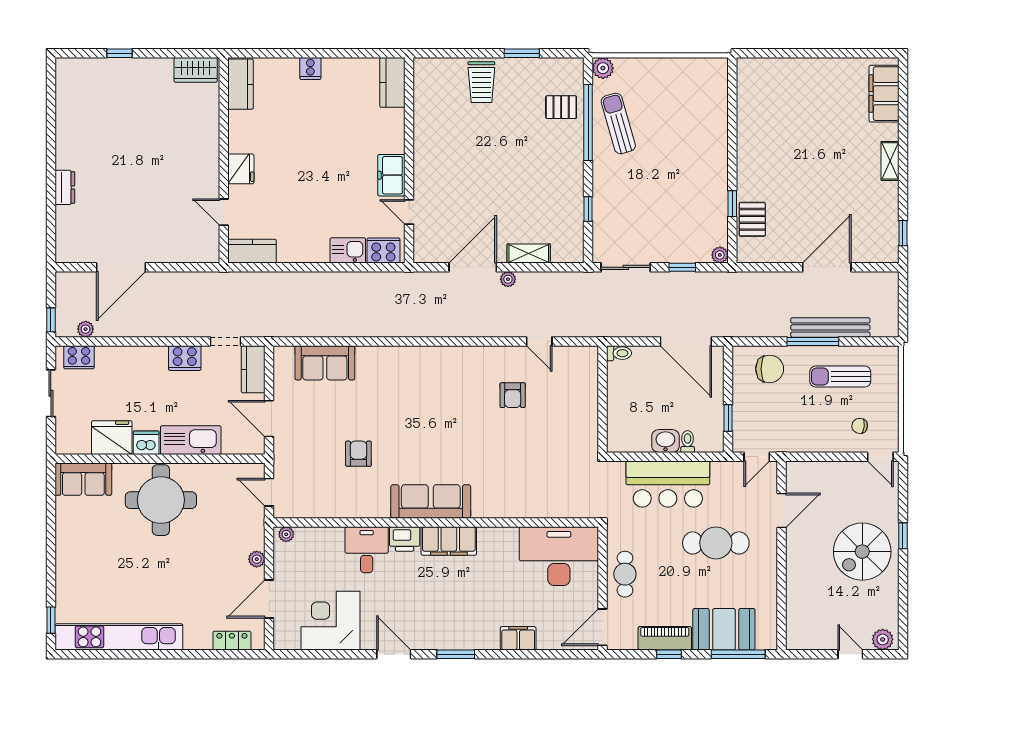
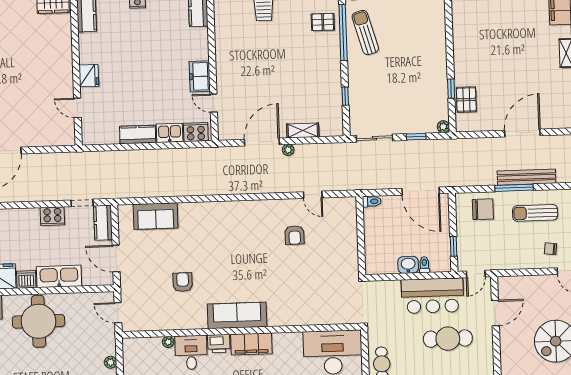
kitchen counter: (252, 251) -> (138, 134), moved
bar counter: (668, 484) -> (432, 296), moved
plant: (286, 534) -> (168, 342), moved

